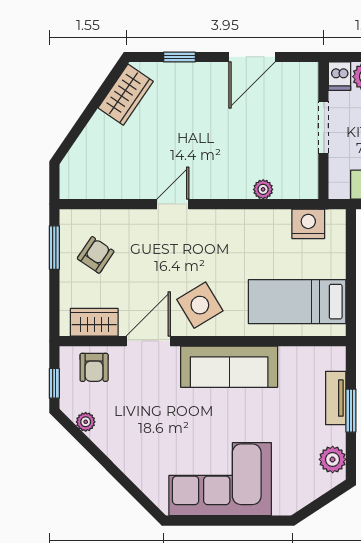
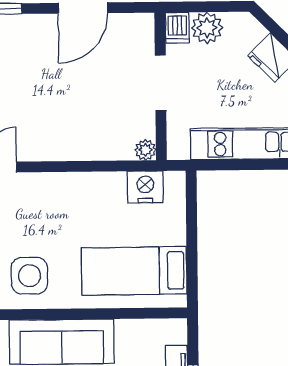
plant: (263, 189) -> (145, 150), moved
side table: (200, 305) -> (29, 276), turned 31

